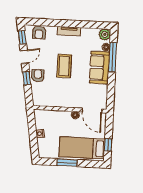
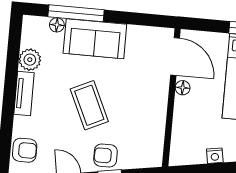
plant: (105, 34) -> (30, 60), moved
coffee table: (64, 66) -> (89, 105), turned 65
door: (92, 110) -> (175, 56), hinge flipped

